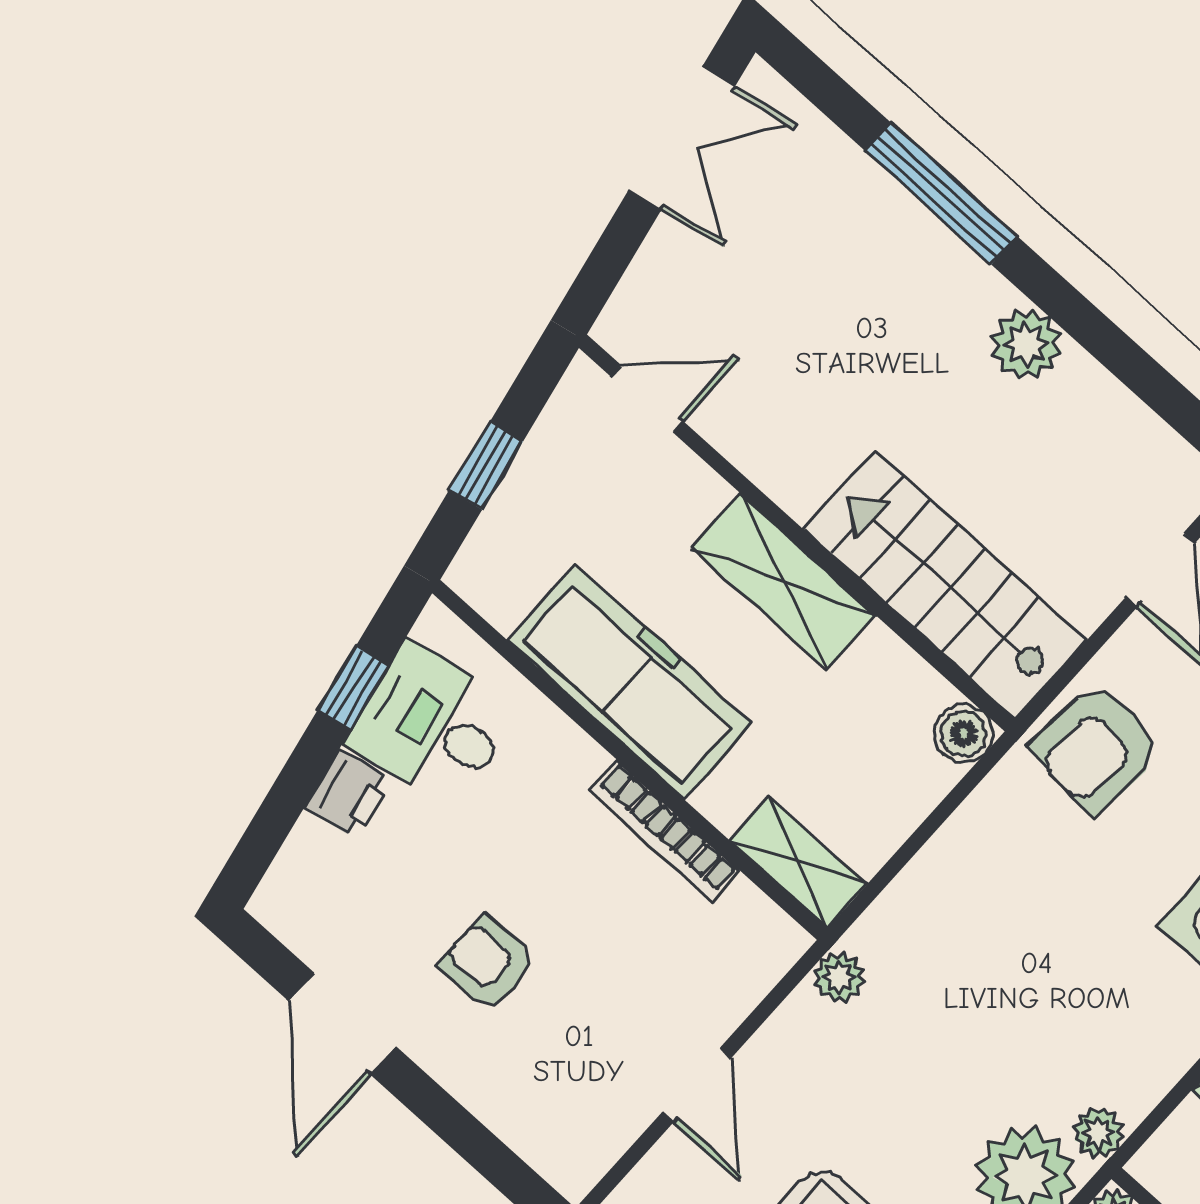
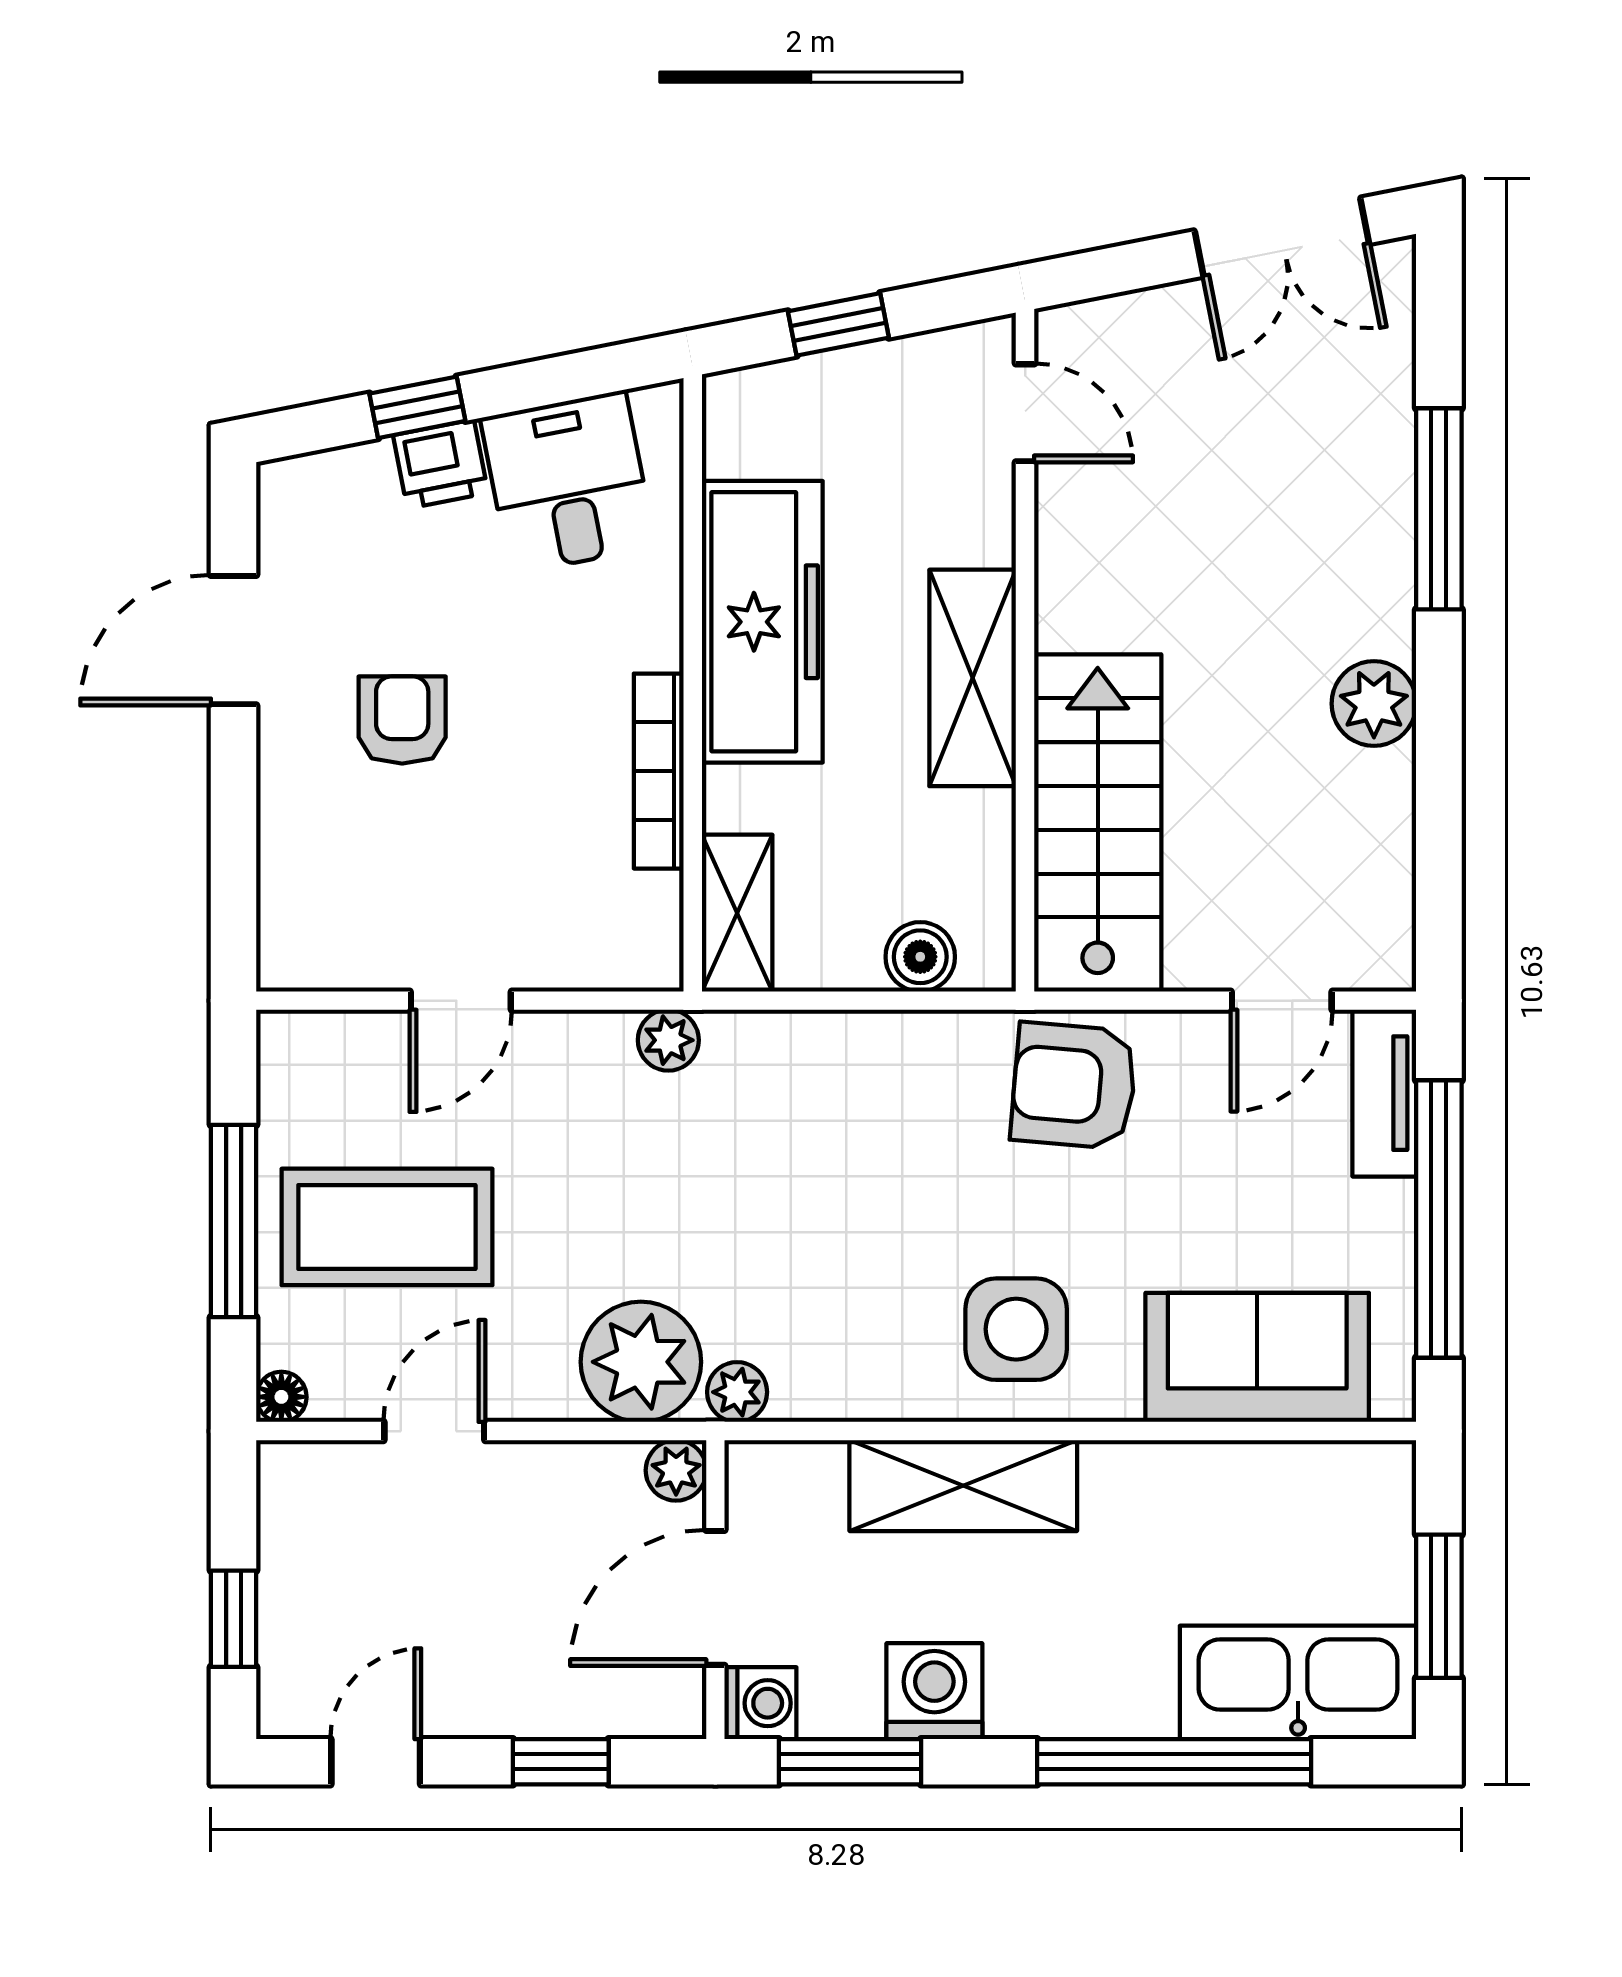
window: (353, 688) -> (417, 407), moved
boiler: (963, 734) -> (920, 957), moved

